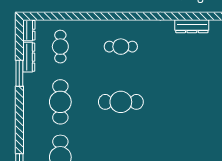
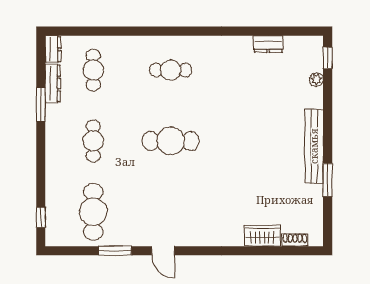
dresser: (192, 26) -> (268, 44), width x0.70
cafe table: (60, 102) -> (93, 141), width x0.73, depth x0.74

